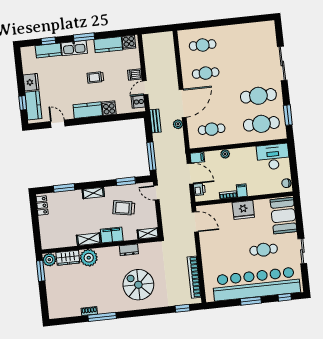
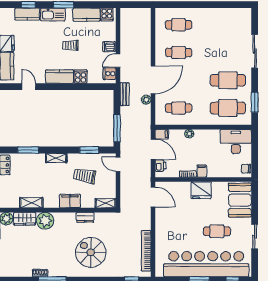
shelving: (89, 239) -> (31, 203), moved

